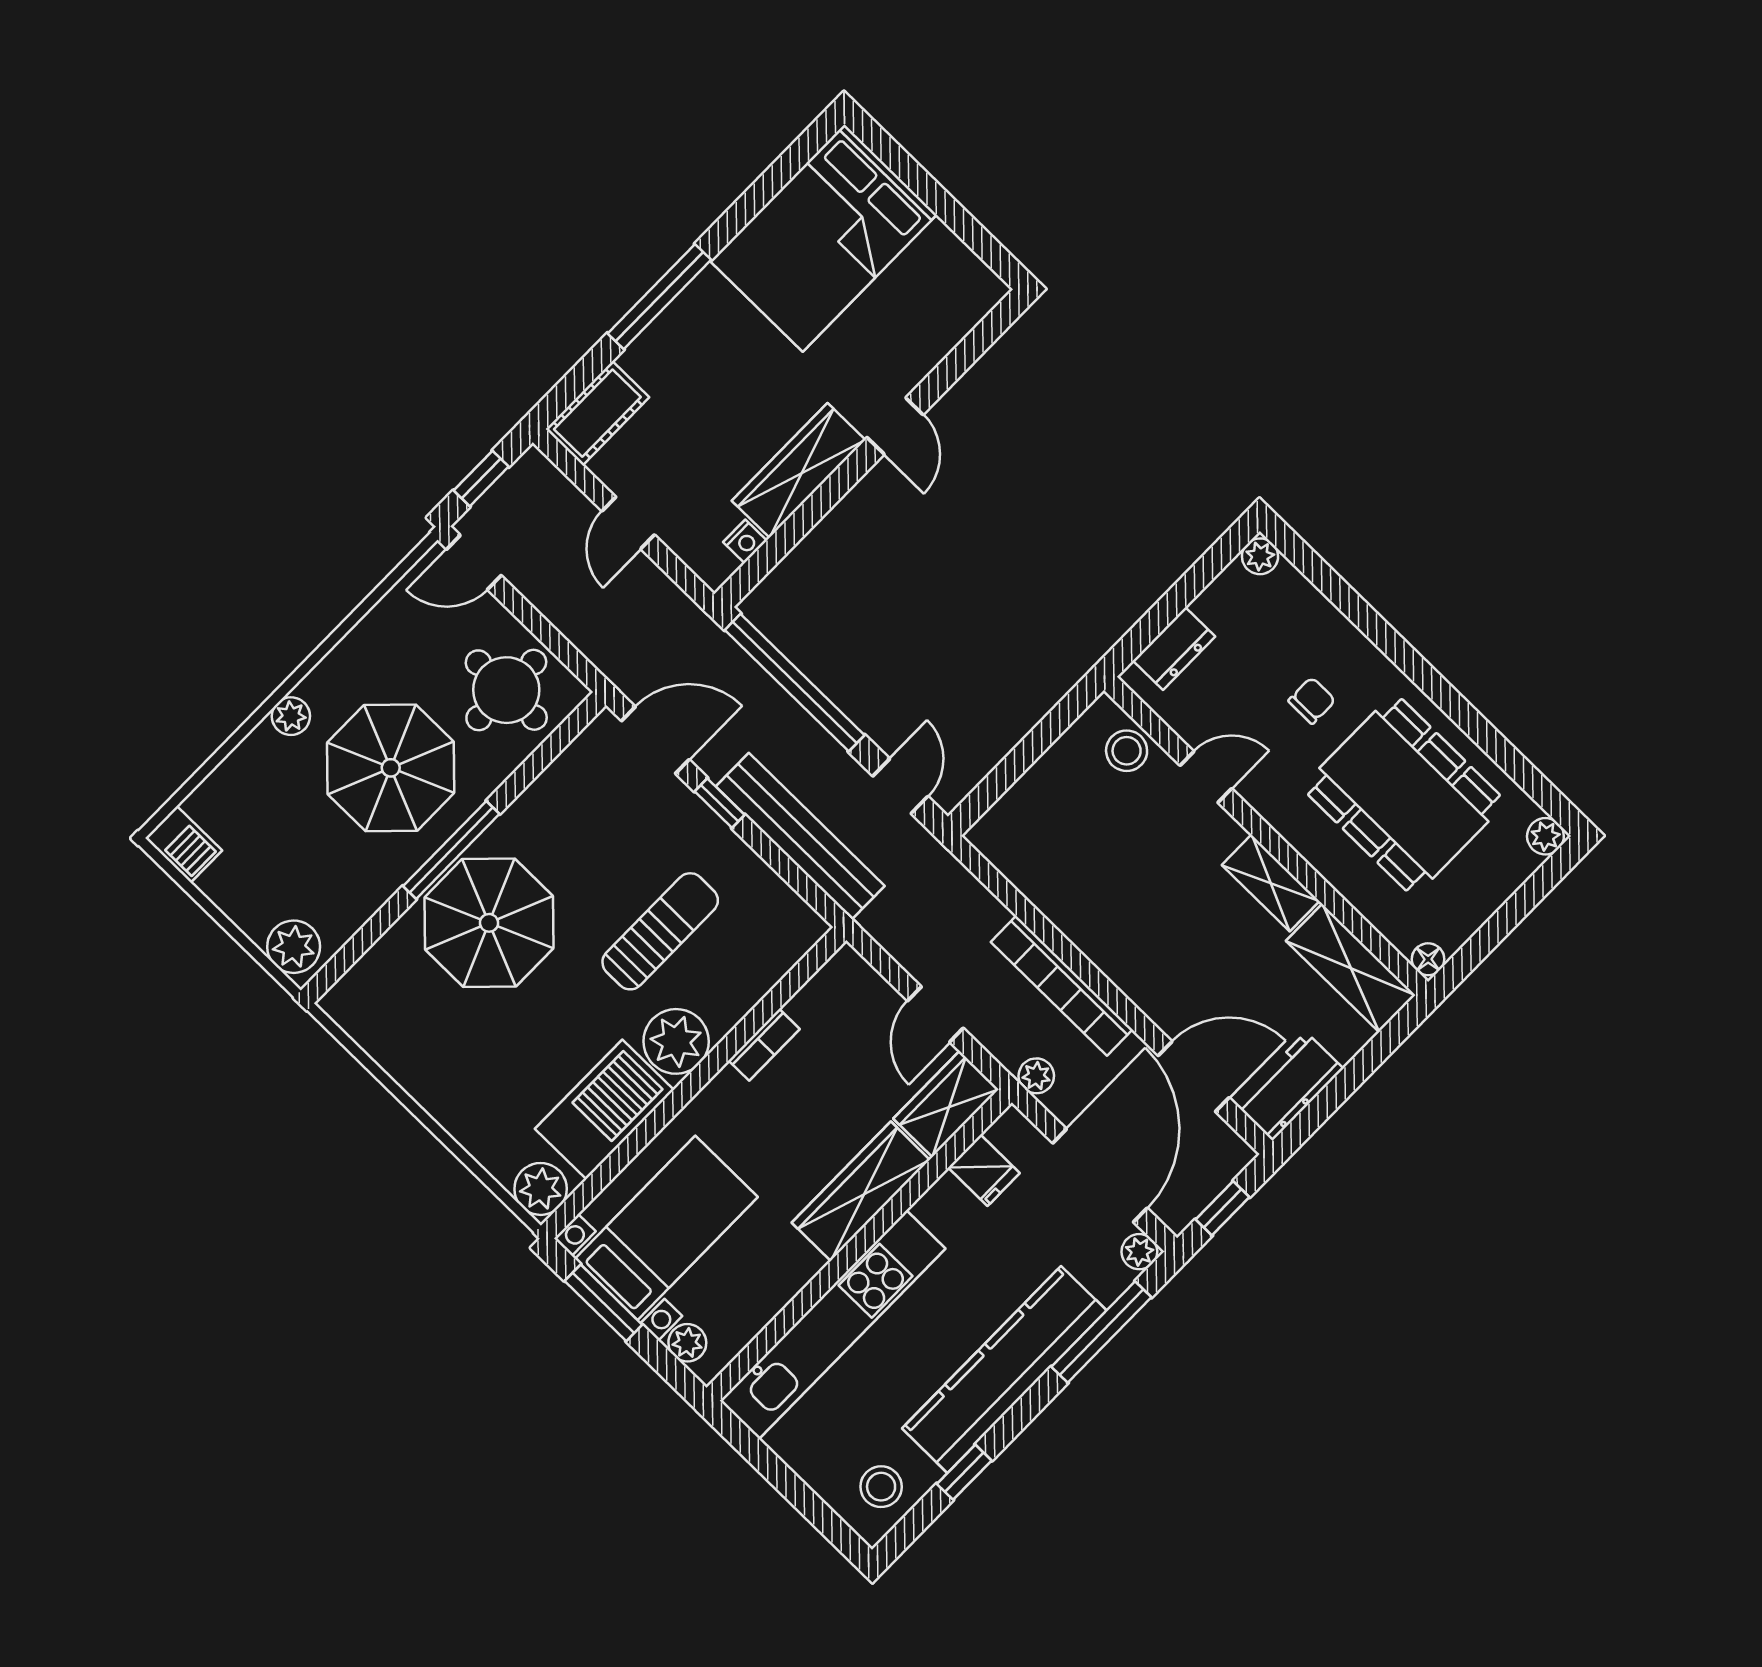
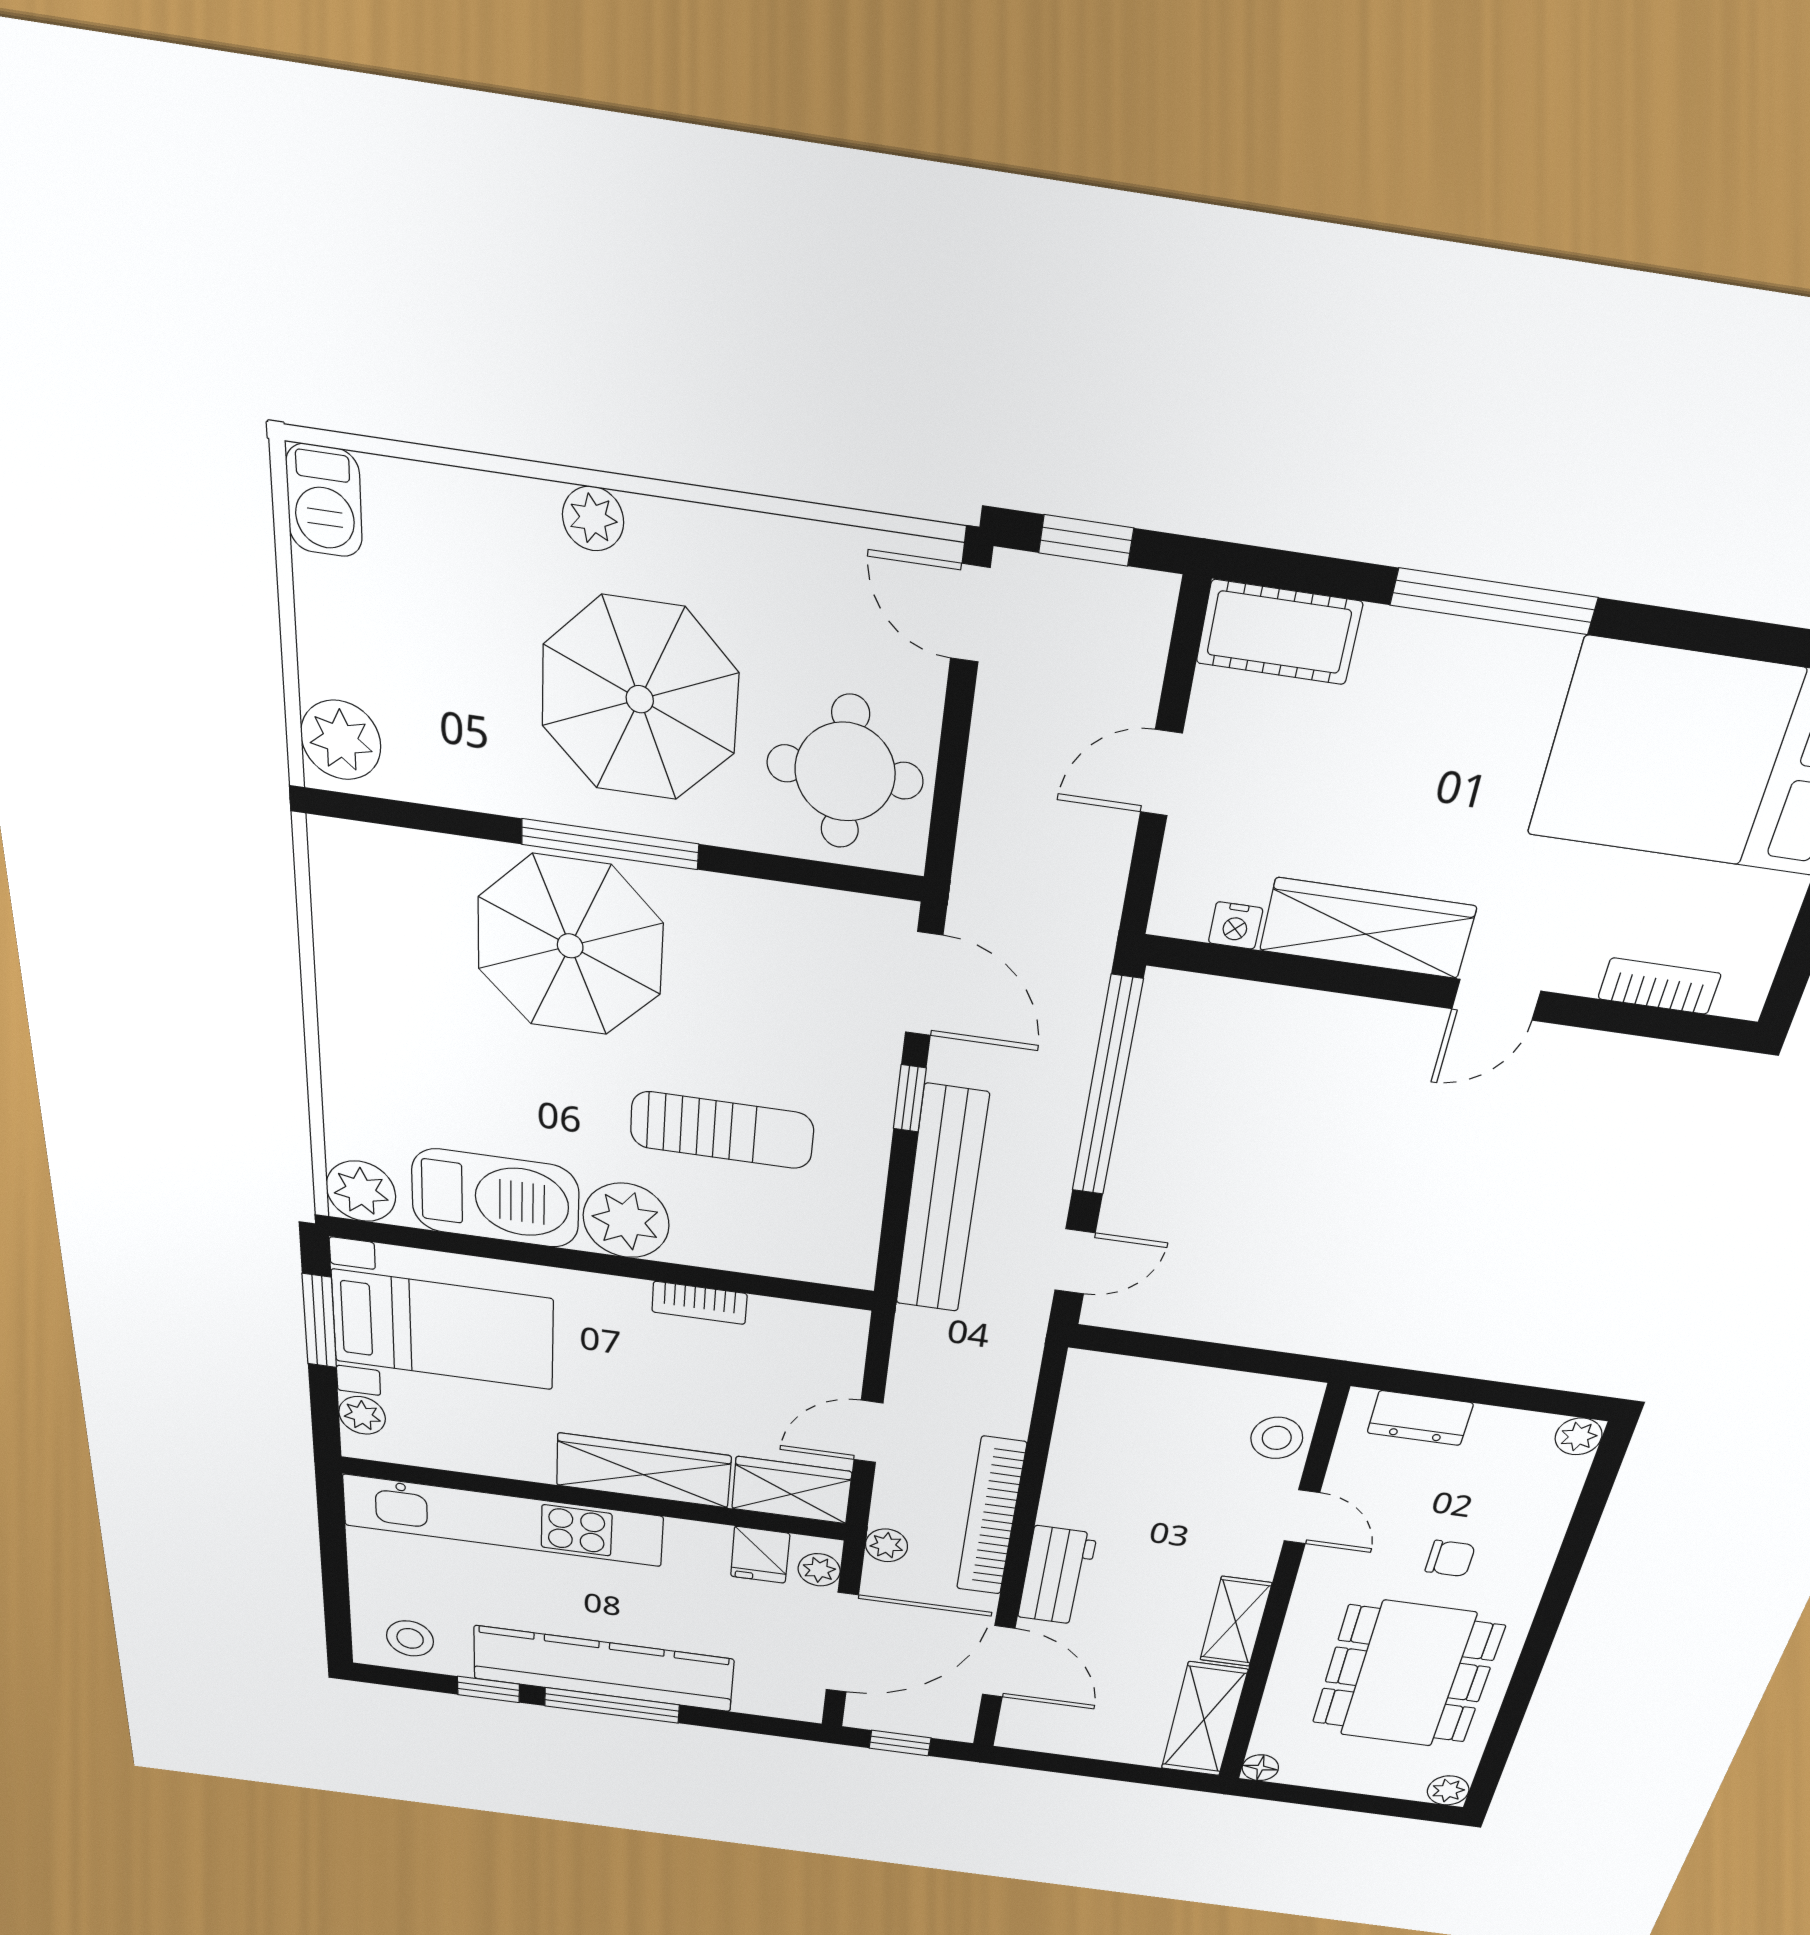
bookcase: (950, 331) -> (1659, 986), added
workbench: (1289, 1086) -> (1057, 1576), moved, turned 90
plant: (1139, 1252) -> (819, 1570), moved
window: (1101, 1332) -> (612, 1705), moved

